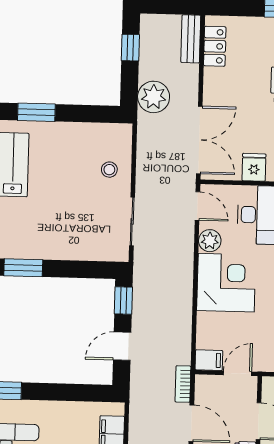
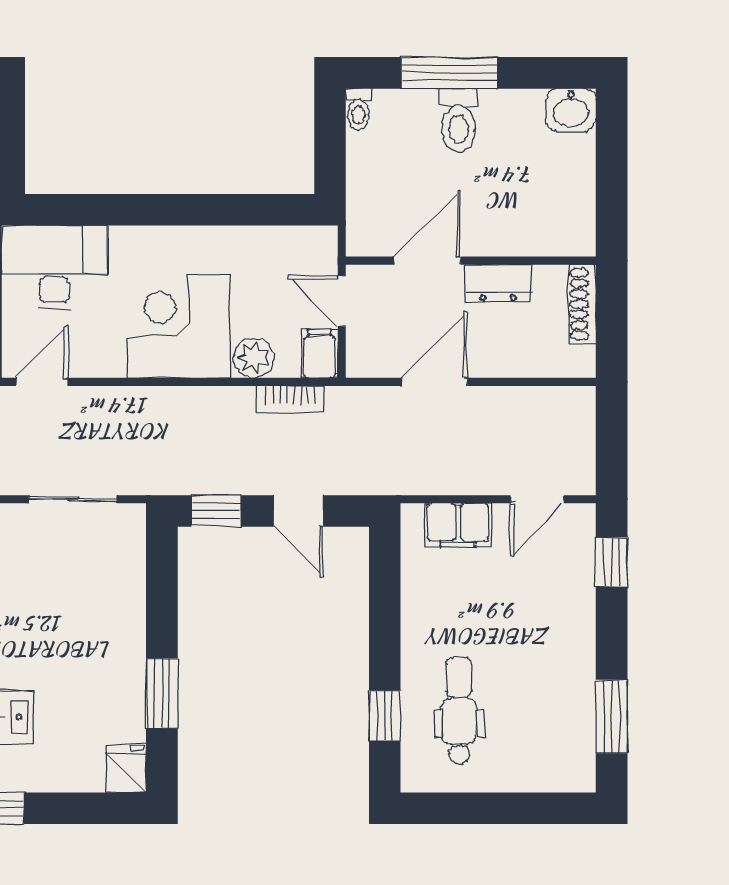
plant: (210, 241) -> (254, 358), moved
bookcase: (183, 384) -> (290, 399), moved

